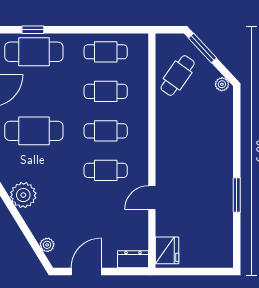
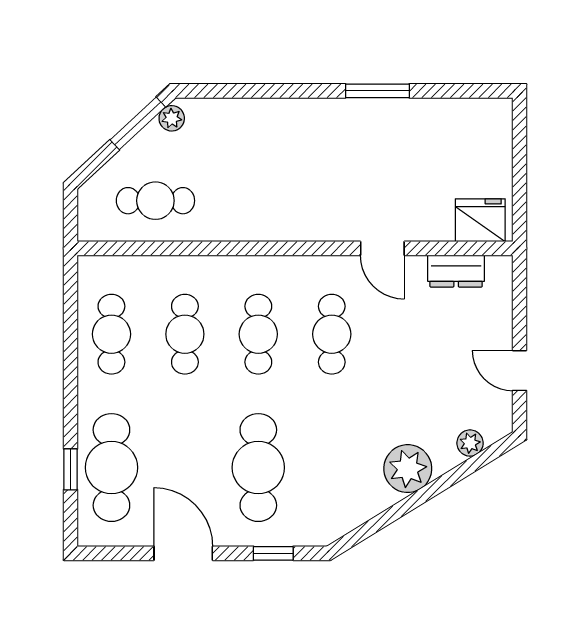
window: (203, 48) -> (138, 123), moved
cafe table: (178, 75) -> (155, 201), turned -35
plant: (23, 195) -> (408, 469), moved
dresser: (133, 259) -> (456, 271), moved, turned -90
door: (86, 272) -> (520, 371), width x0.73

